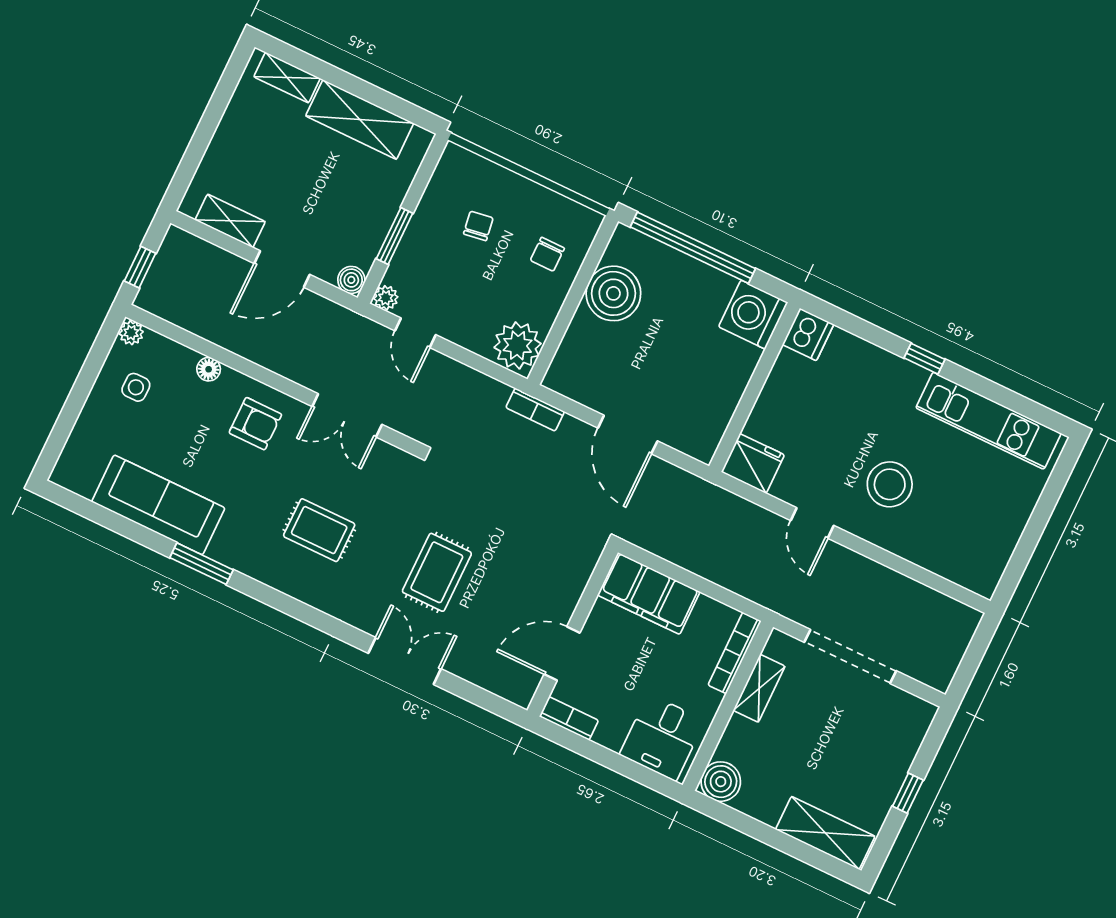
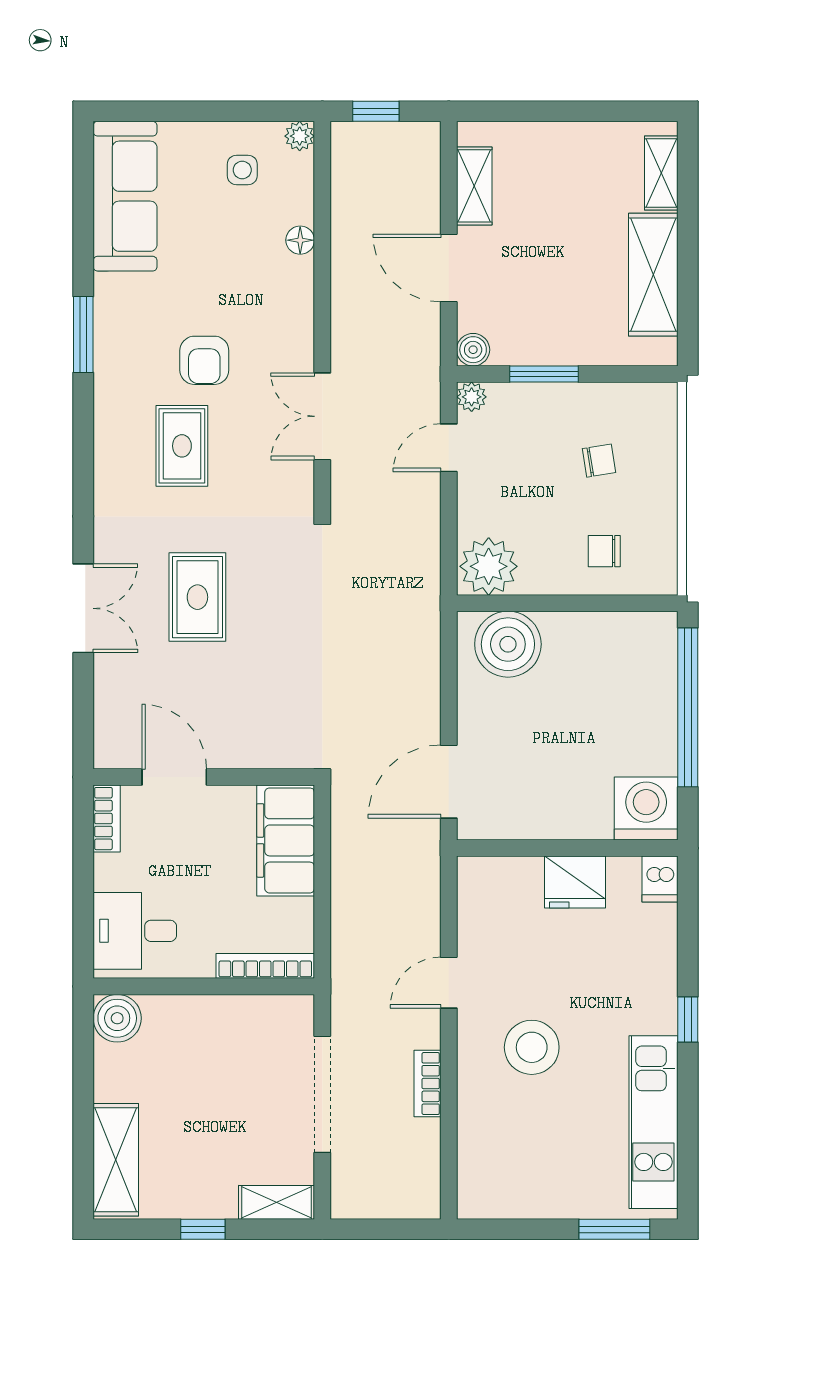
boiler: (613, 293) -> (508, 644), moved
dishwasher: (808, 334) -> (660, 879), width x0.73
bookcase: (535, 410) -> (427, 1084), moved
armchair: (255, 424) -> (204, 360), moved
door: (628, 435) -> (449, 782), moved
fridge: (753, 463) -> (575, 882), moved, turned 90
window: (1054, 488) -> (614, 1229), added
sofa: (158, 505) -> (125, 196), moved
rug: (437, 572) -> (197, 597), turned 90
shelving: (759, 688) -> (277, 1202), moved

